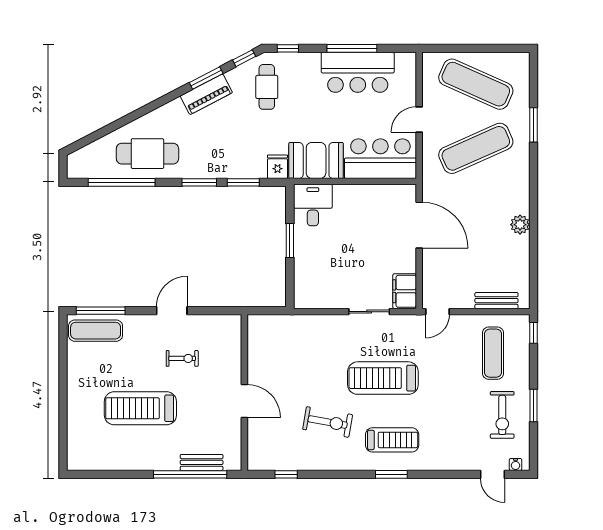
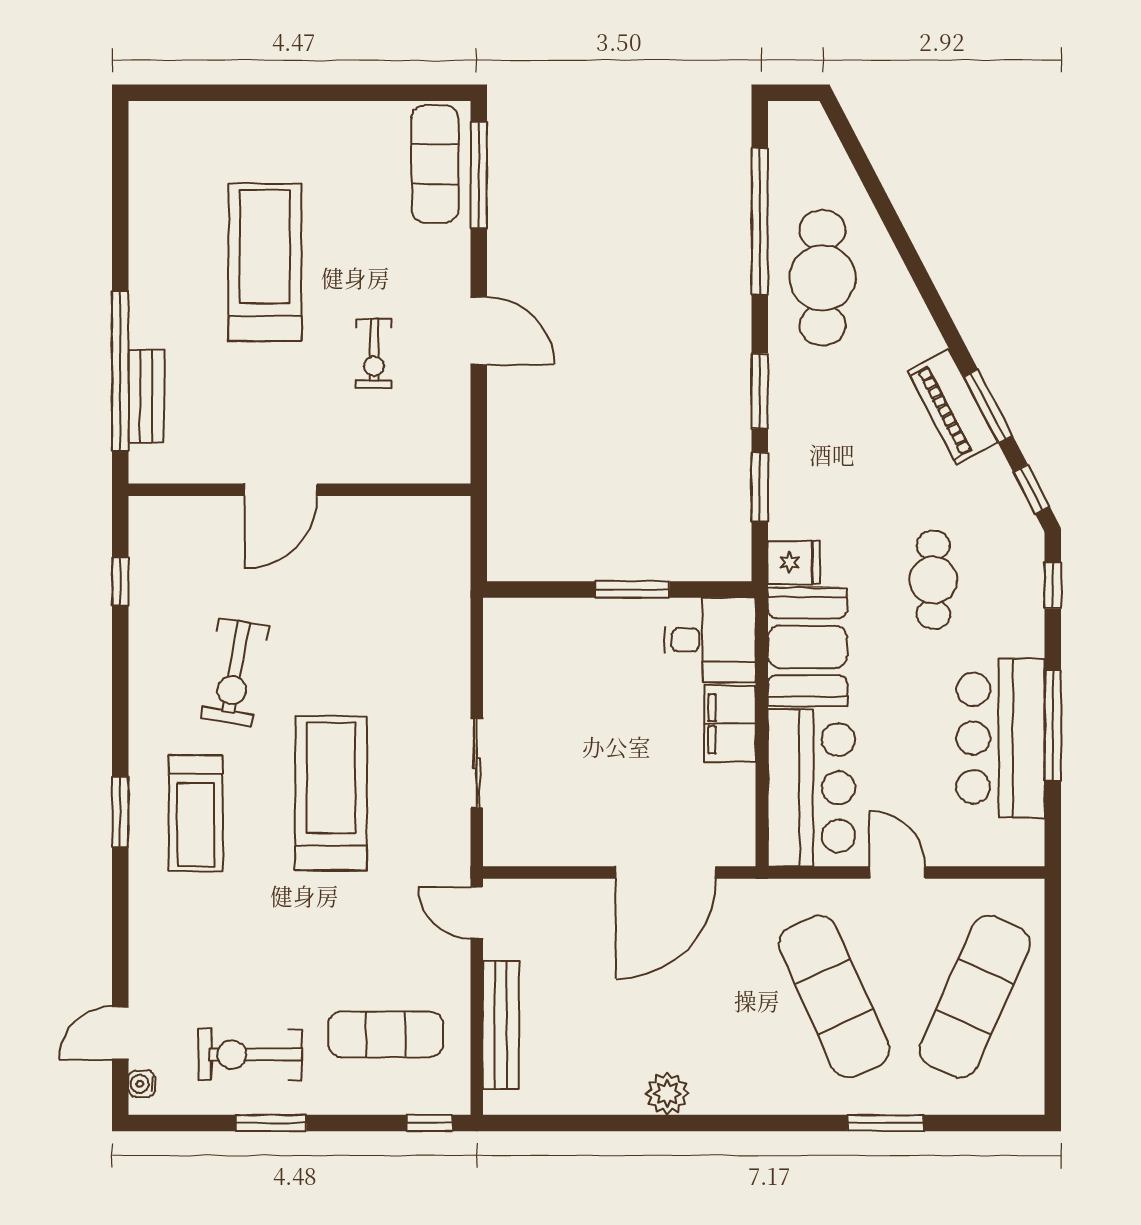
cafe table: (267, 87) -> (933, 580), moved, turned 90
filing cabinet: (405, 291) -> (730, 724), moved, turned -90
bench: (496, 301) -> (501, 1025), width x1.36

